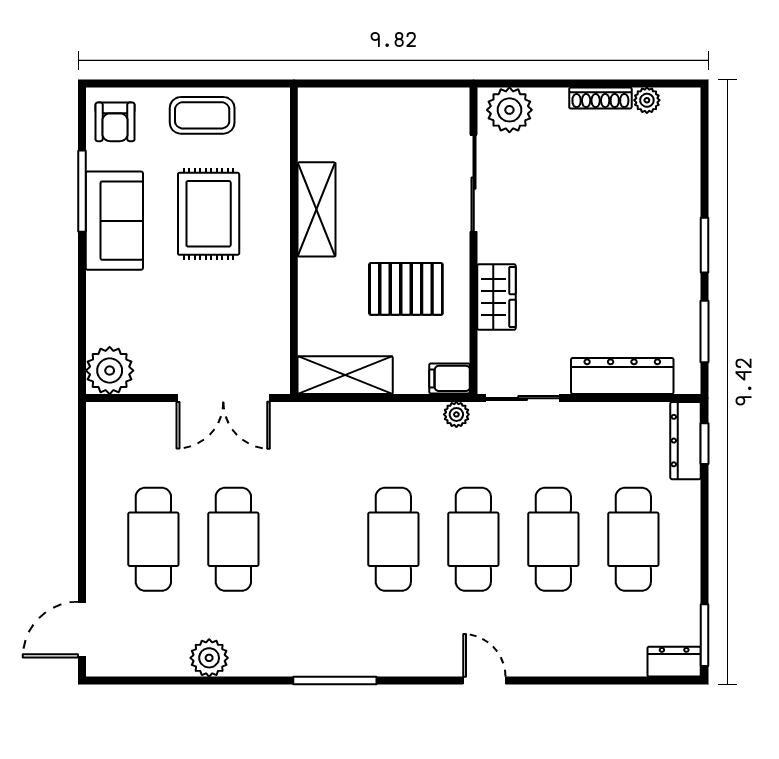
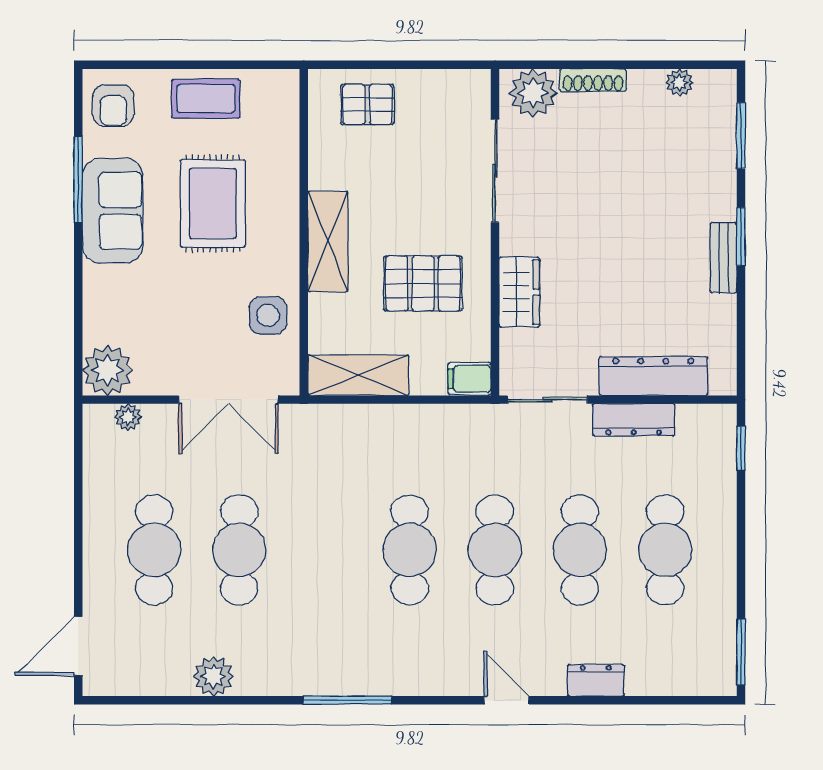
shoe rack: (600, 98) -> (593, 80), moved
pallet: (354, 121) -> (367, 105), added
shelving: (317, 209) -> (328, 241), moved
bench: (688, 265) -> (723, 258), added
side table: (260, 319) -> (268, 315), added
window: (705, 332) -> (741, 136), moved
plant: (456, 414) -> (128, 417), moved
dresser: (686, 441) -> (634, 420), moved, turned -90
dresser: (674, 662) -> (596, 680), moved

